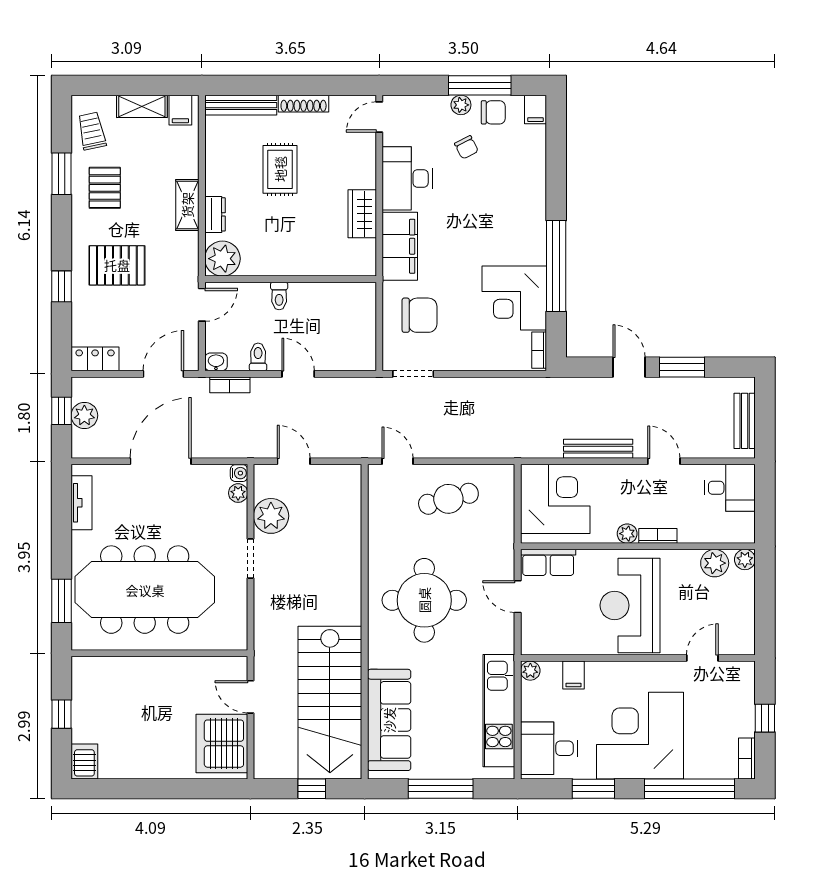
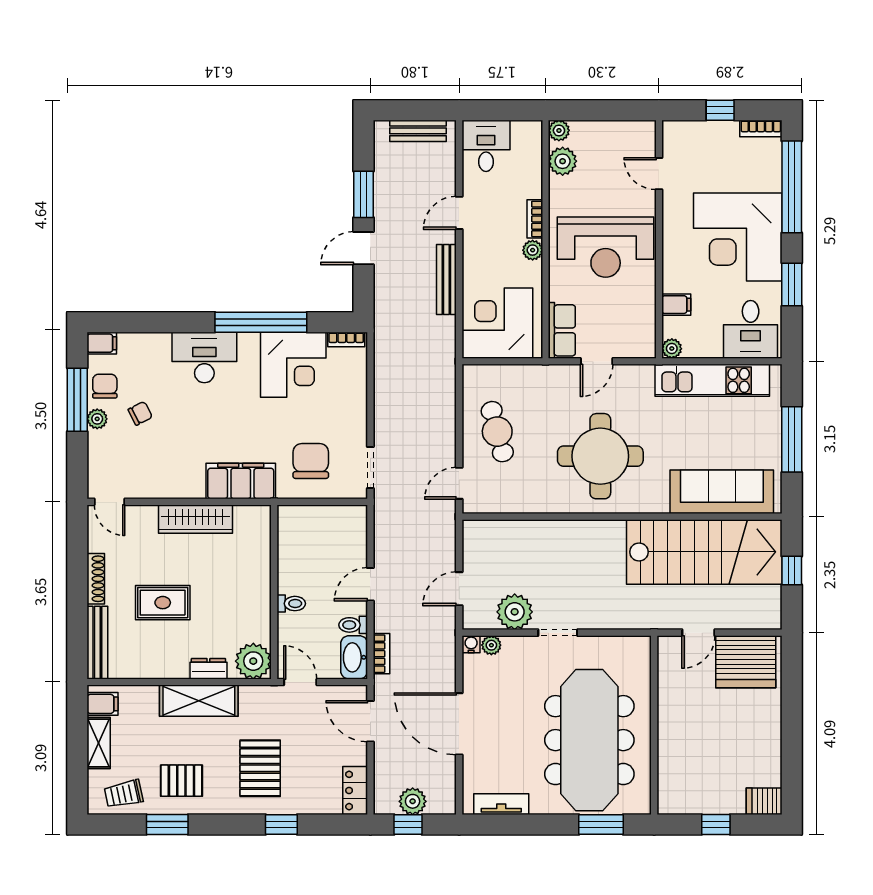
desk: (407, 178) -> (204, 358), moved, turned 180
shelving: (187, 205) -> (199, 701), width x1.50, depth x1.33
wardrobe: (362, 214) -> (195, 519), width x1.50
washbasin: (216, 362) -> (354, 657), width x1.91, depth x1.45

